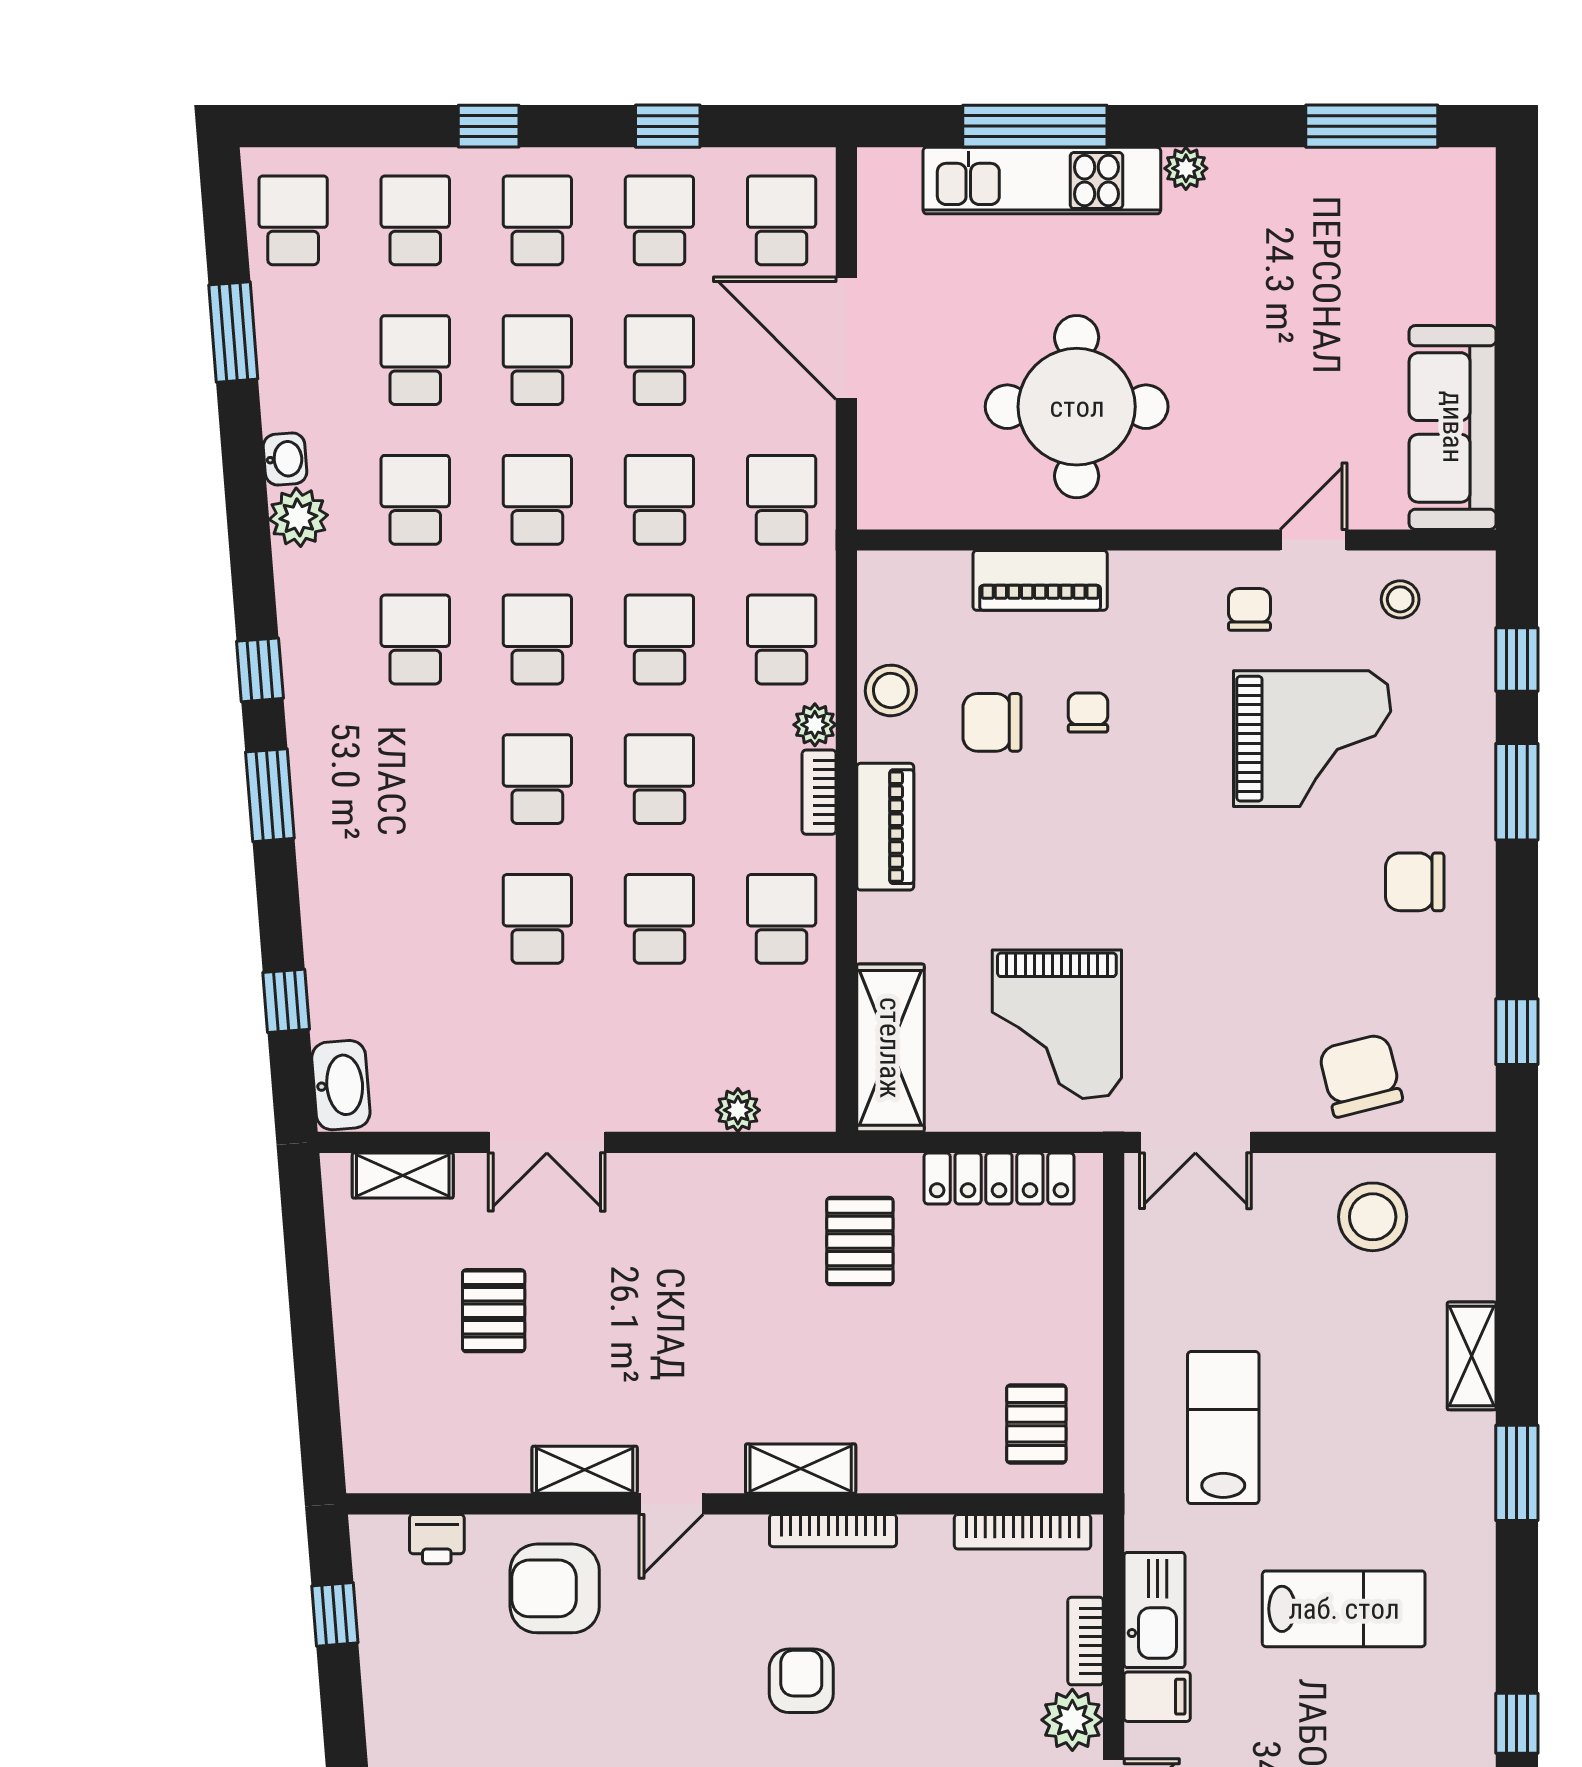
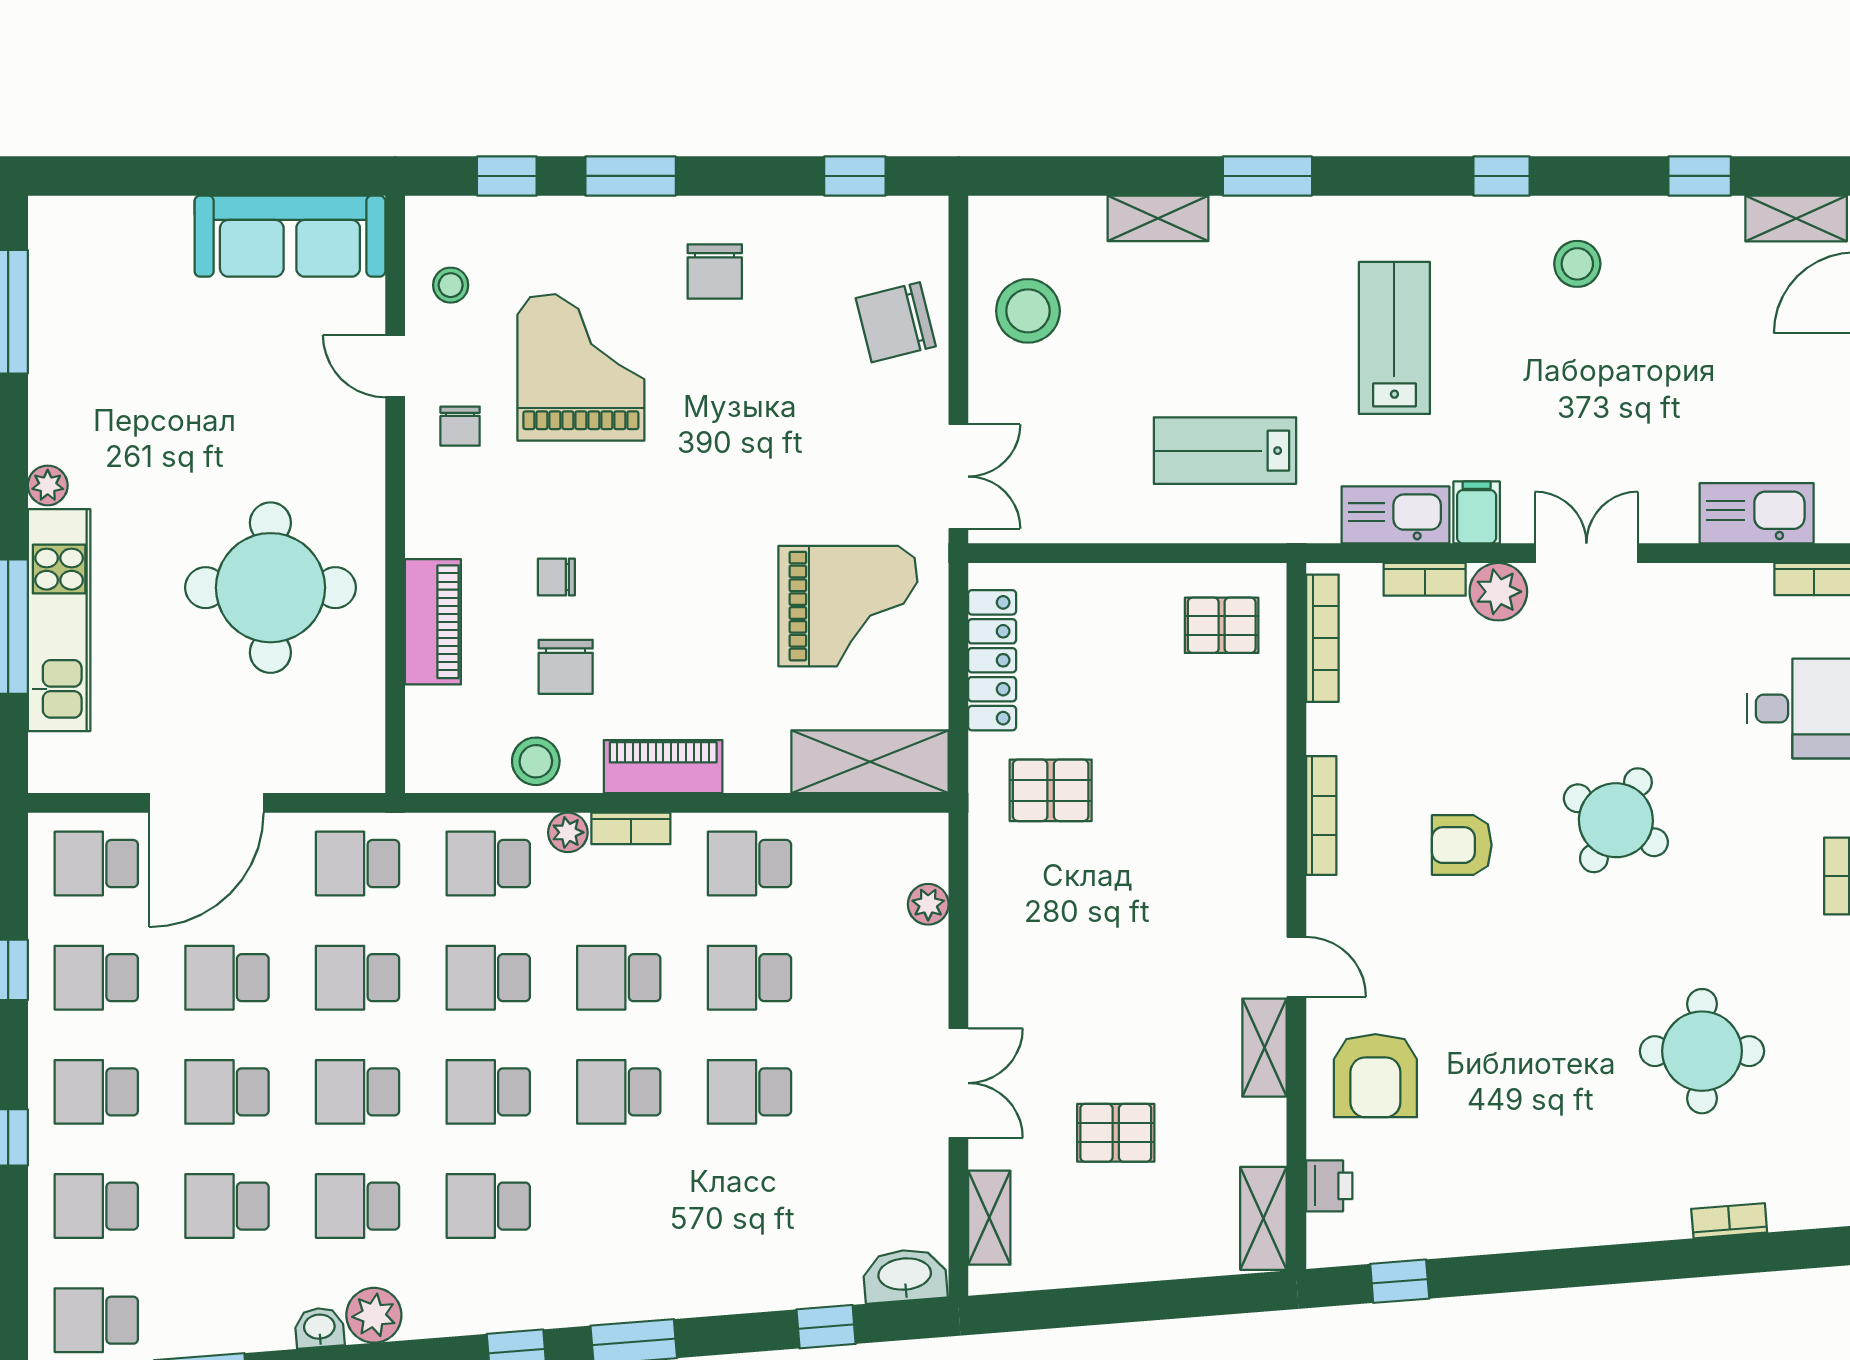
chair: (1249, 609) -> (460, 426), turned -90
shelving: (801, 1469) -> (1263, 1218), moved

